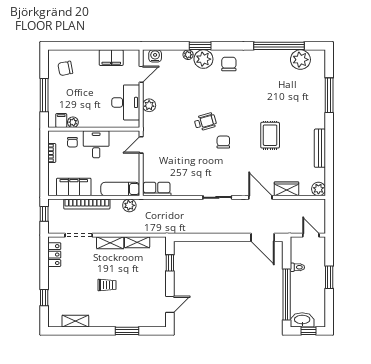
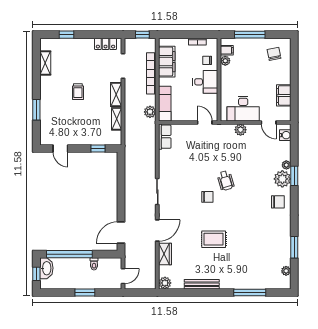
window: (279, 46) -> (294, 247), width x0.47
plant: (300, 60) -> (286, 271), width x0.53, depth x0.53

